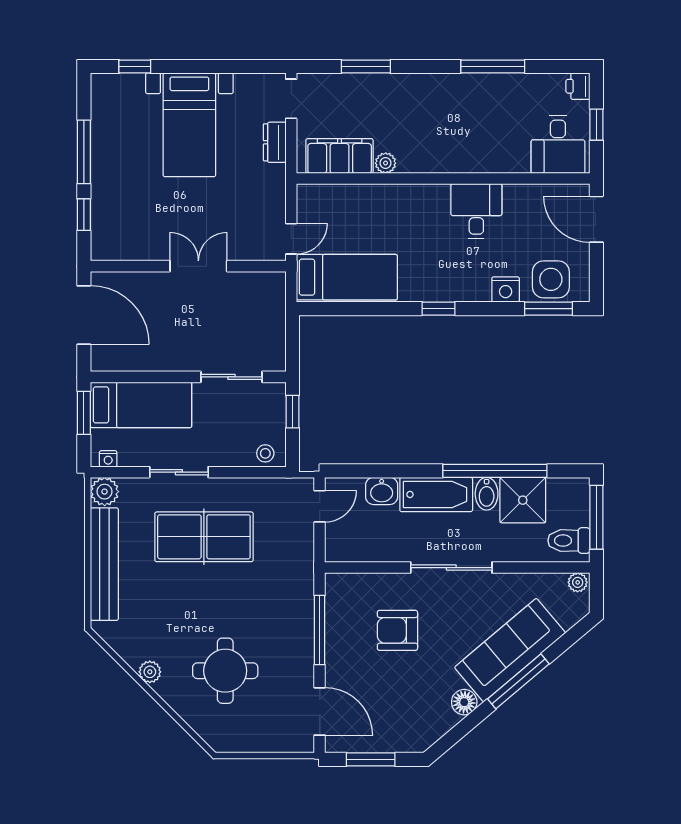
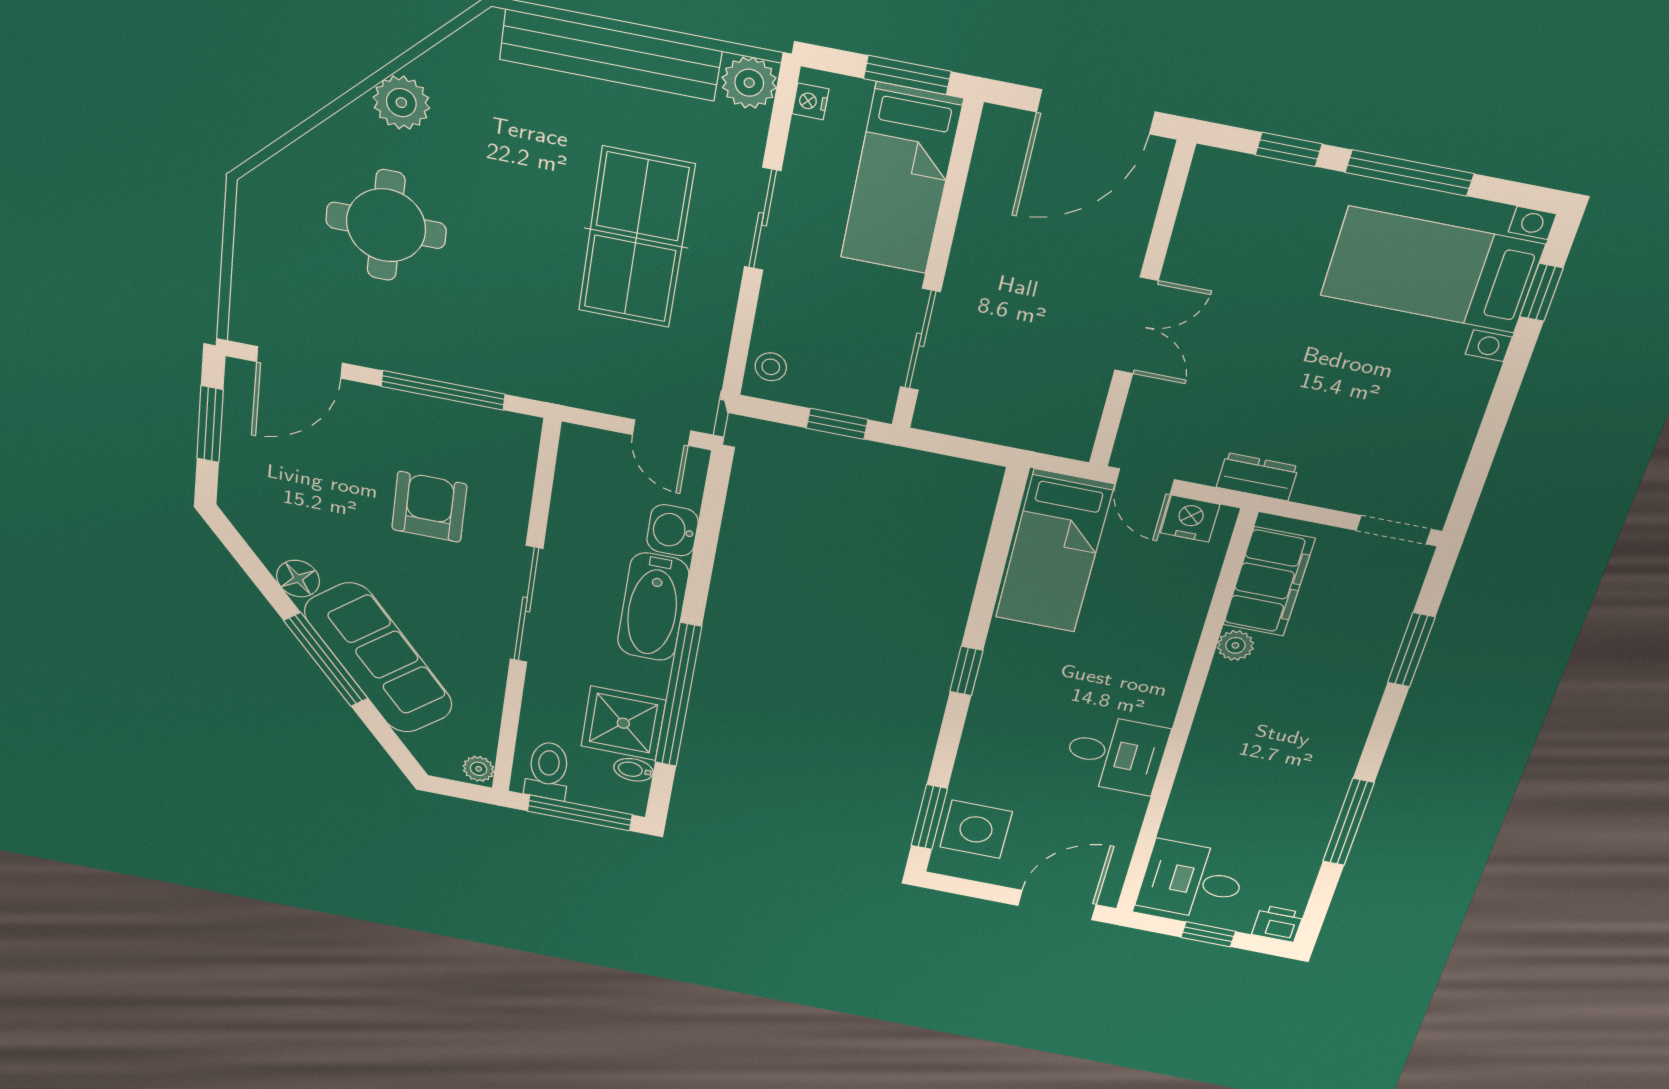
bed with nightstands: (189, 125) -> (1432, 270), moved
dresser: (275, 142) -> (1257, 477), moved
nightstand: (506, 290) -> (1190, 519), moved, turned 90
bidet: (487, 494) -> (633, 770), moved, width x0.72, depth x0.74
plant: (150, 672) -> (401, 103), width x1.38, depth x1.38

